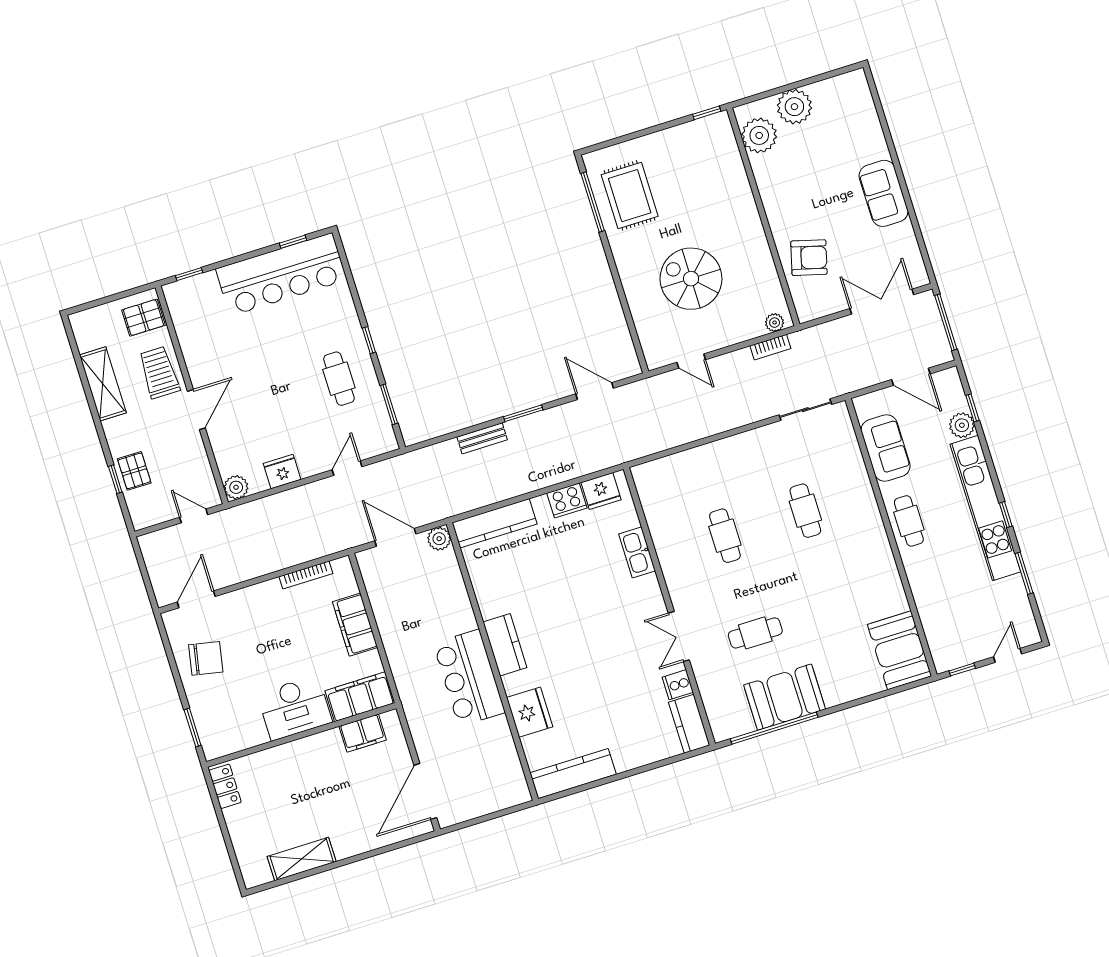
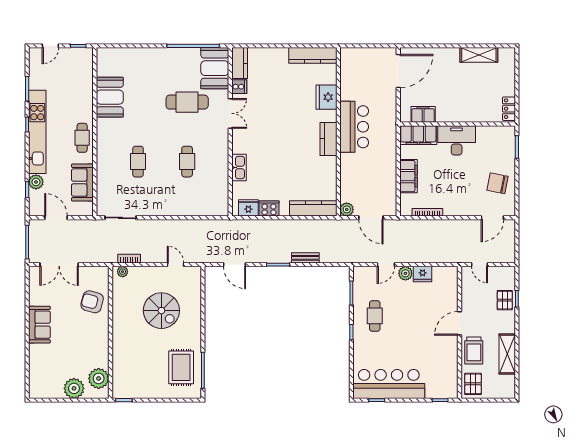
pallet: (143, 318) -> (473, 384), turned 90
plant: (236, 487) -> (405, 273), moved
cafe table: (755, 633) -> (187, 102), width x1.37, depth x1.35
booth: (899, 650) -> (110, 97), moved
booth: (785, 697) -> (215, 68), moved, turned 90

